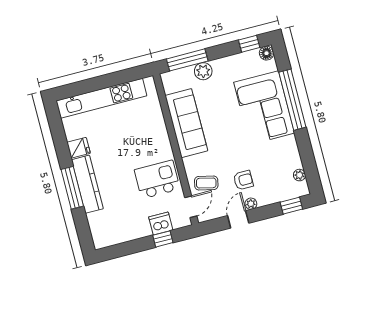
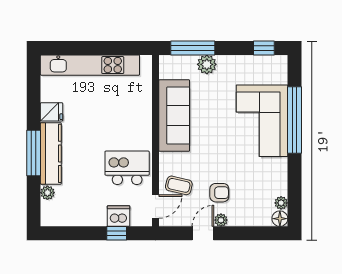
floor lamp: (267, 53) -> (280, 219), moved
window: (291, 206) -> (264, 233), removed
plant: (93, 219) -> (47, 193), added

